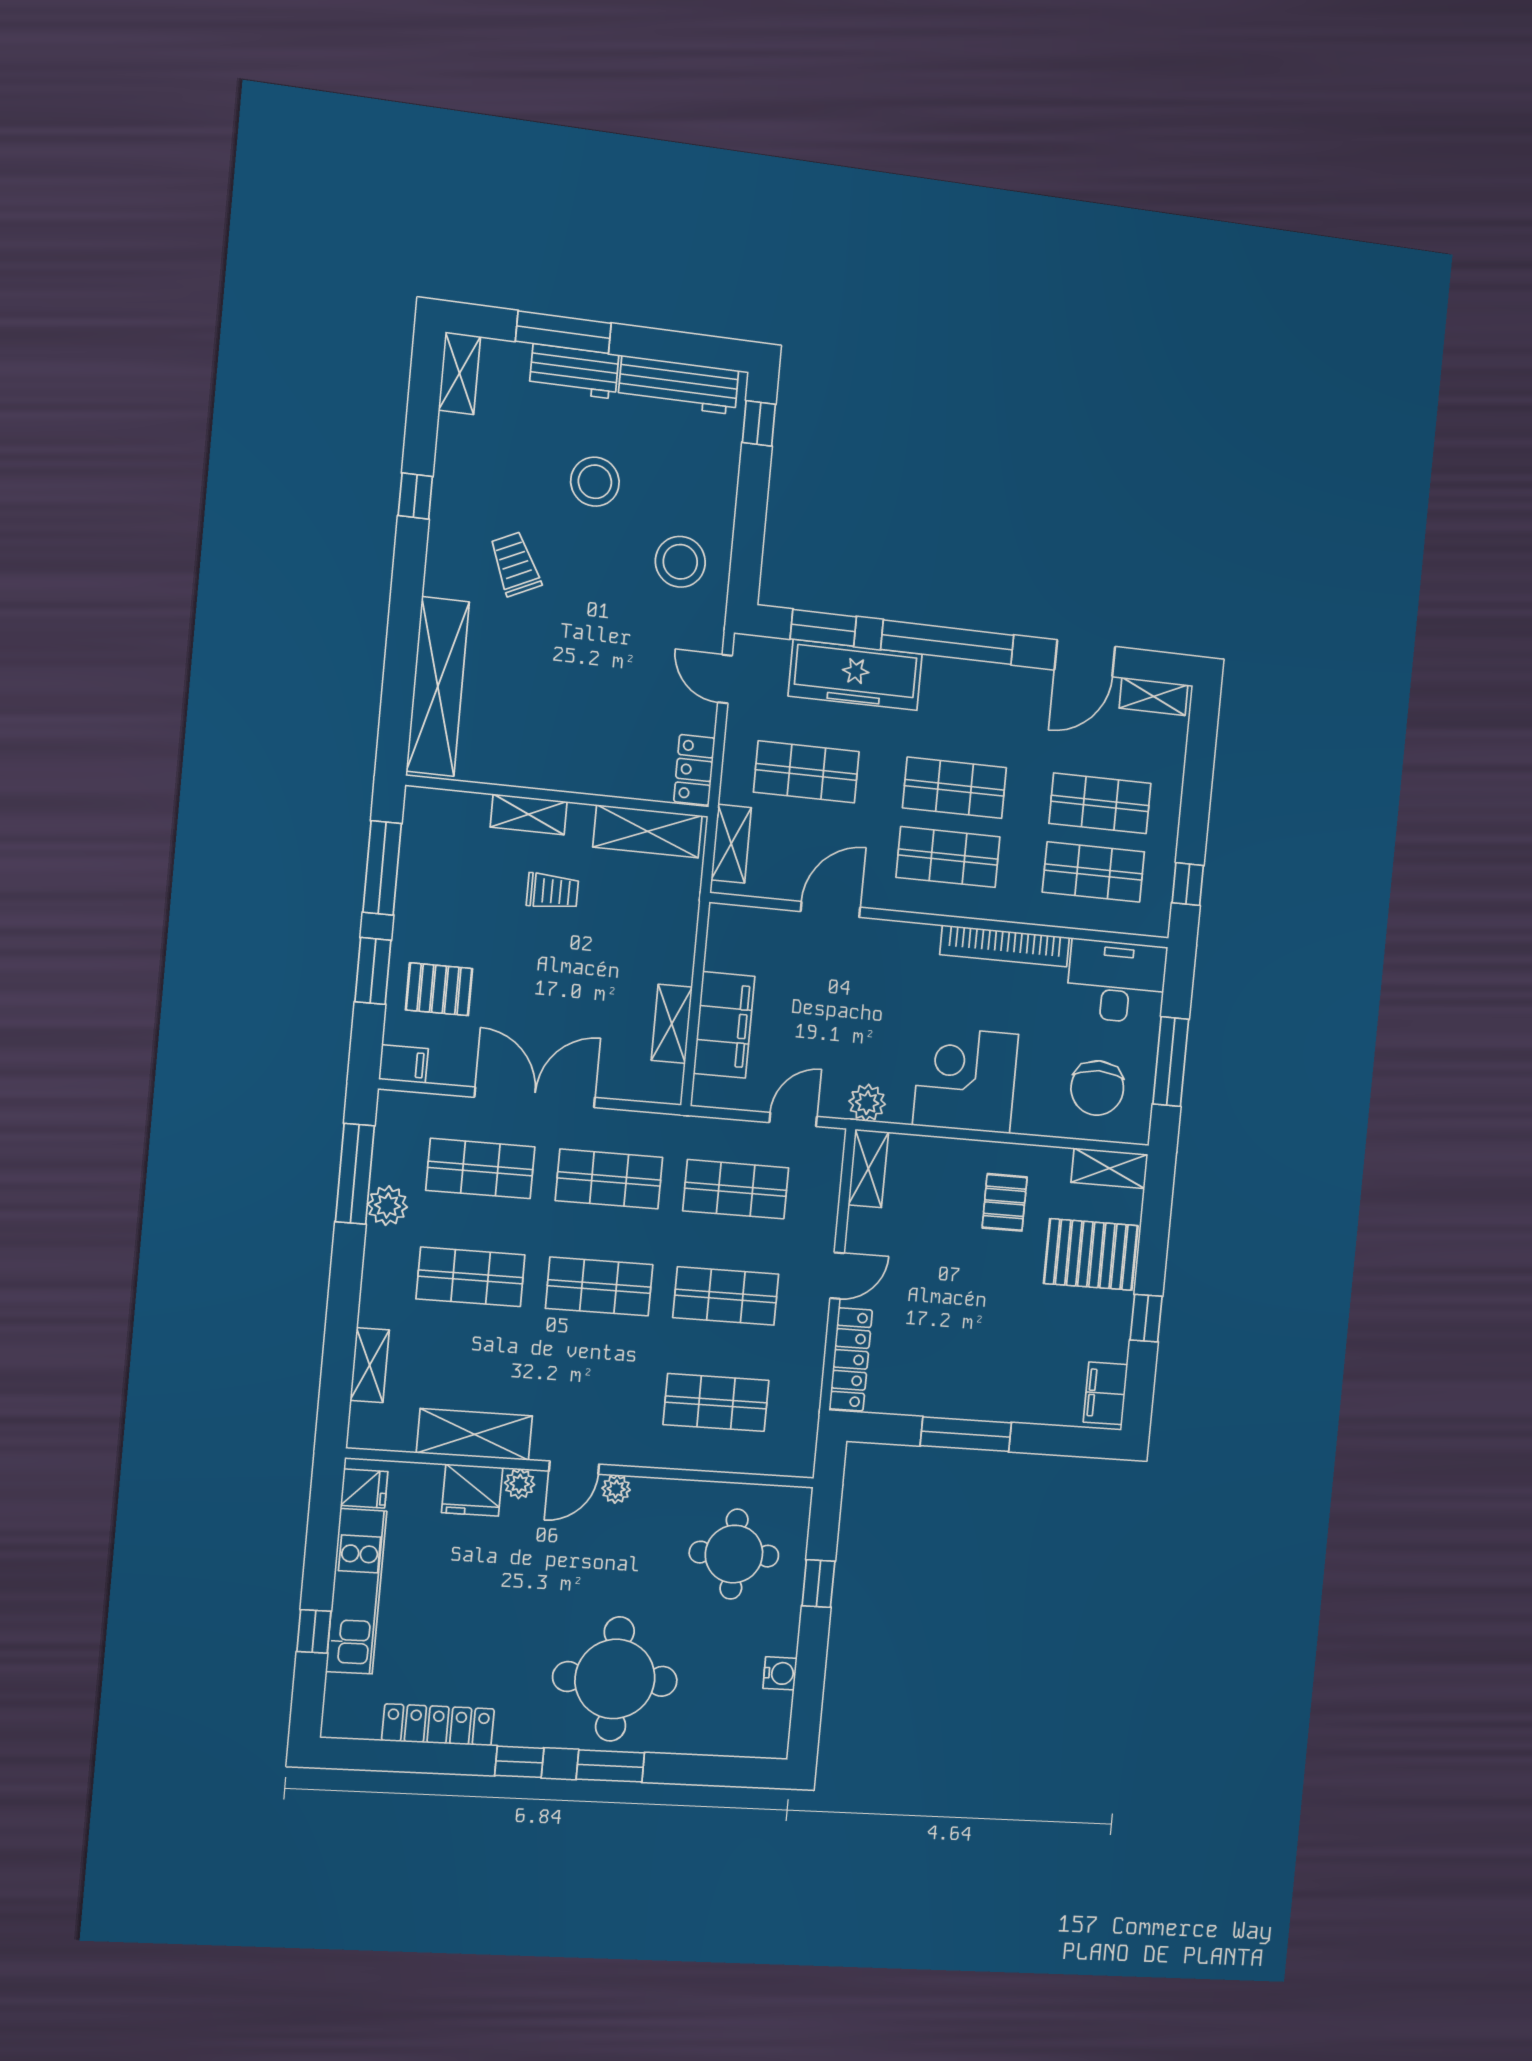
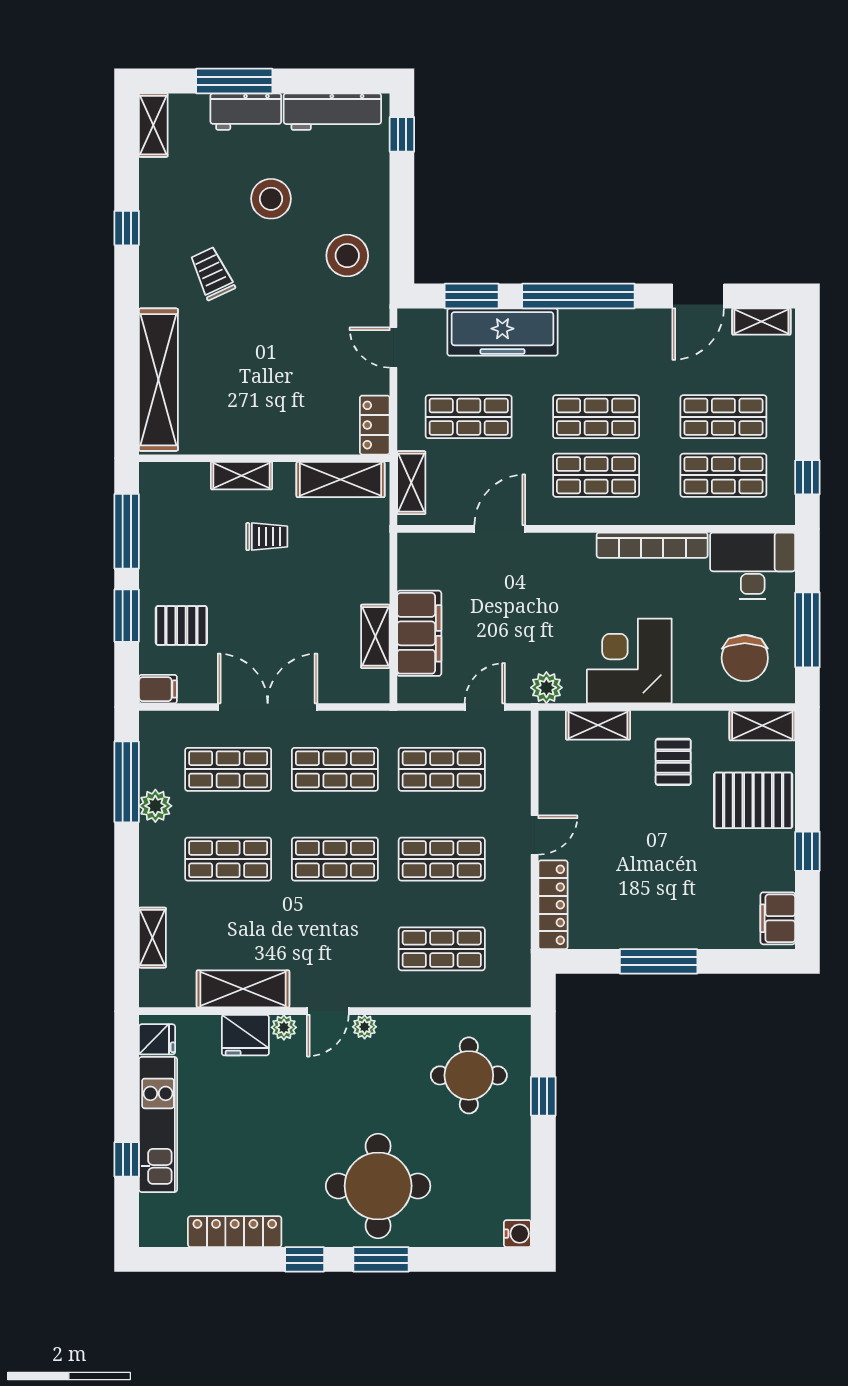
shelving: (868, 1168) -> (598, 725), moved, turned 90
water cooler: (780, 1673) -> (517, 1234), moved

